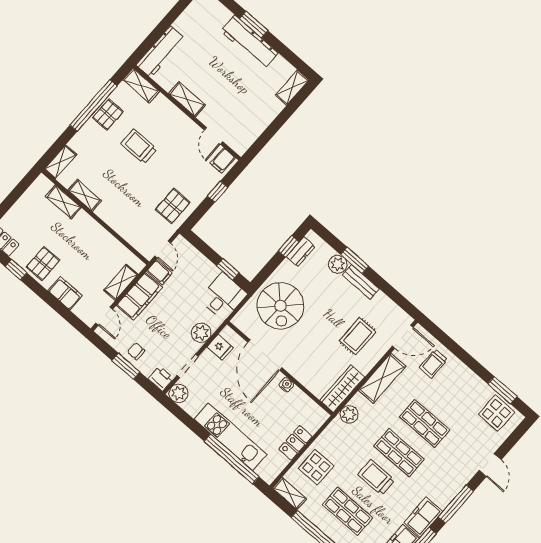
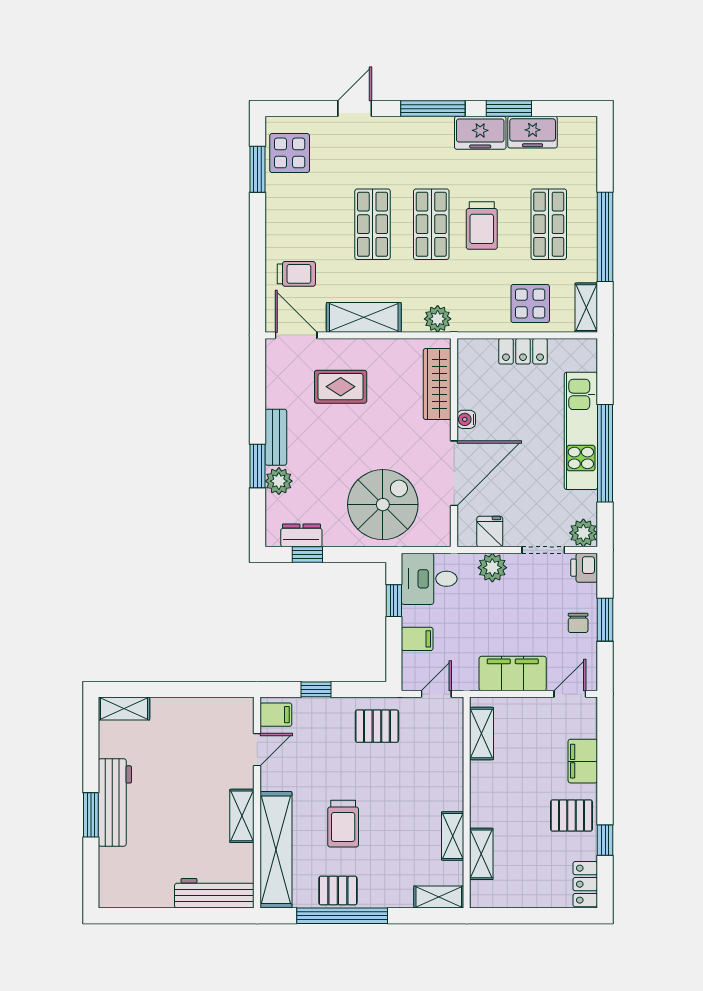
shelving: (141, 86) -> (276, 850), width x2.20, depth x1.33
filing cabinet: (159, 272) -> (417, 639), moved, turned 90
shelving: (121, 282) -> (481, 733), moved, turned 90
wardrobe: (342, 389) -> (437, 384), moved, turned 90
window: (232, 459) -> (605, 453), moved

